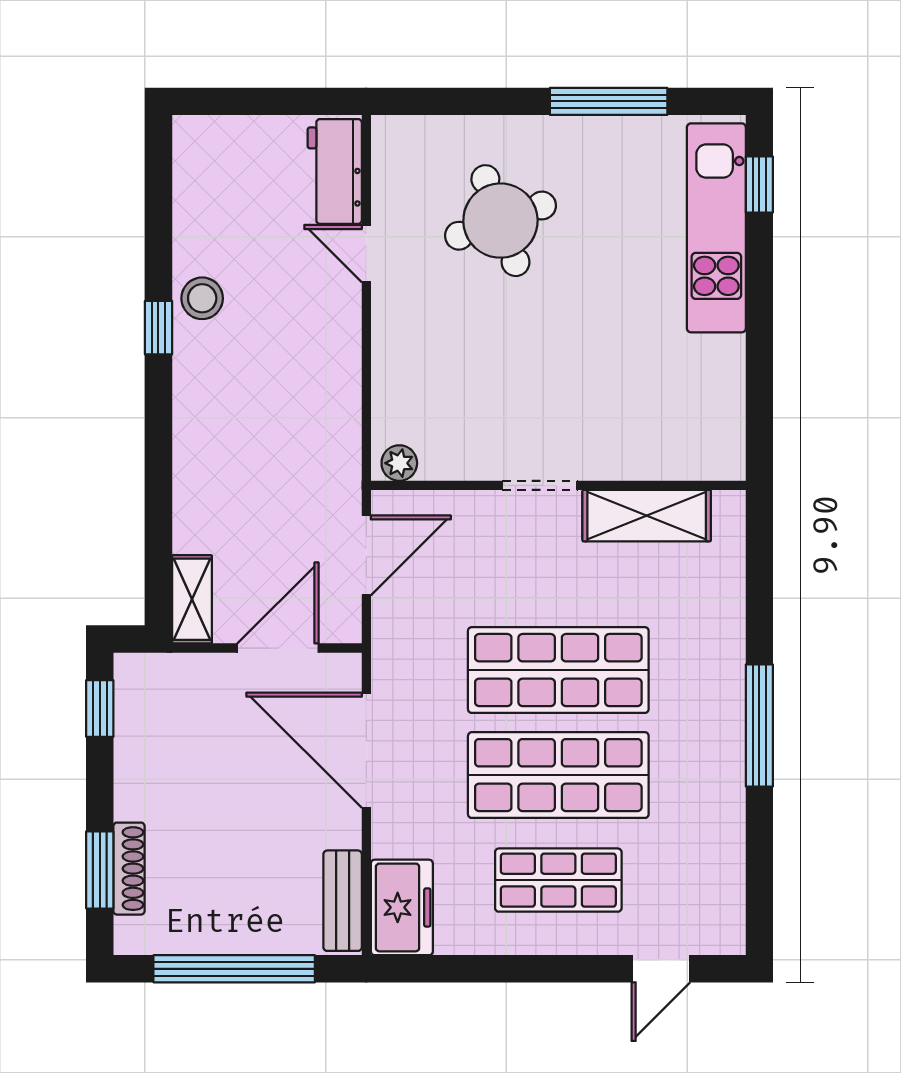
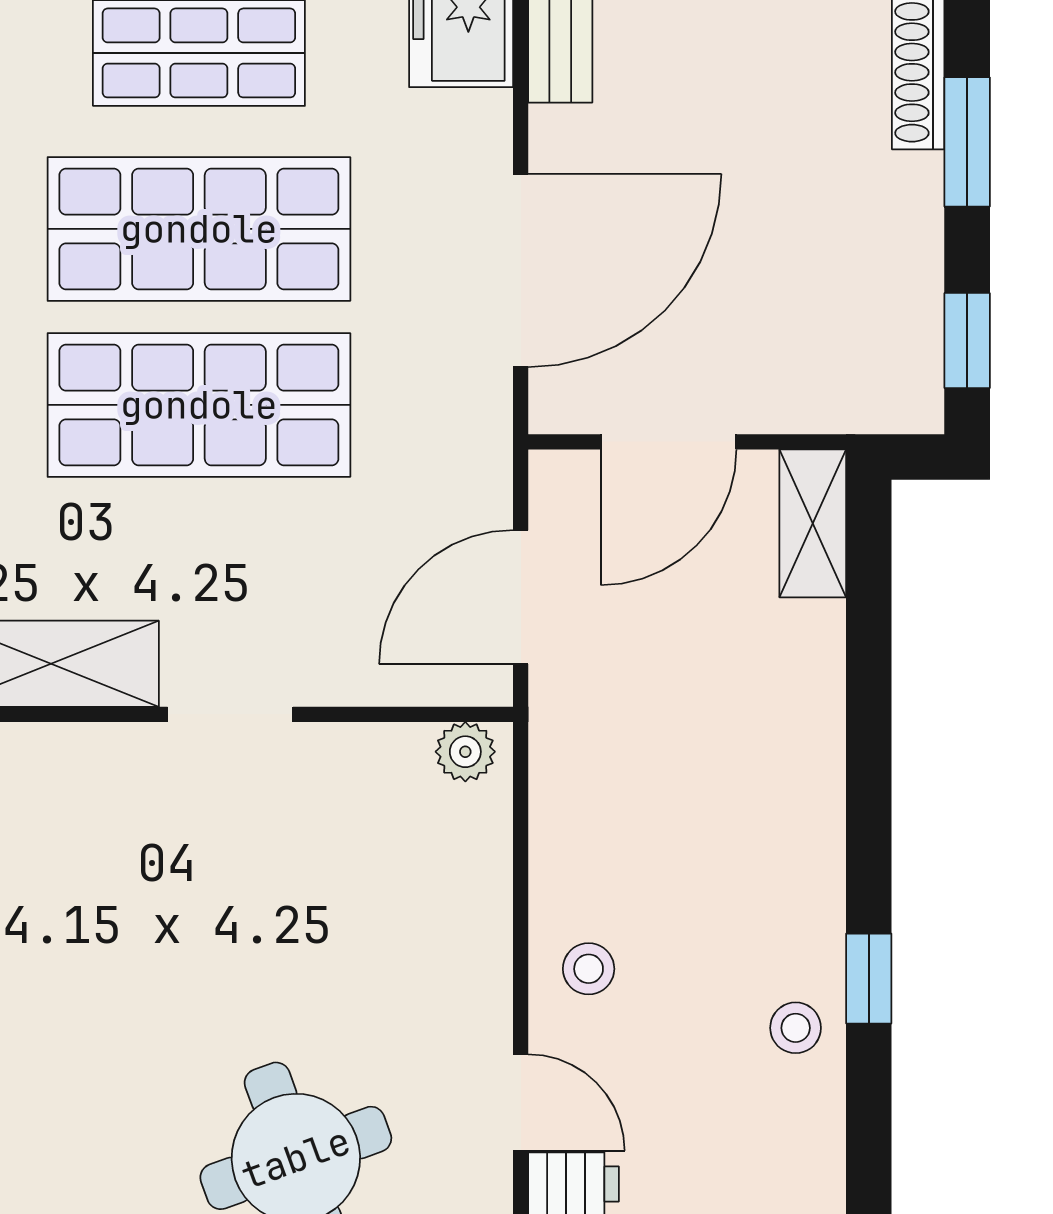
stool: (202, 298) -> (796, 1028), width x0.73, depth x0.73
stool: (326, 334) -> (589, 969), added
door: (366, 750) -> (521, 271), hinge flipped
window: (100, 870) -> (967, 142), moved

